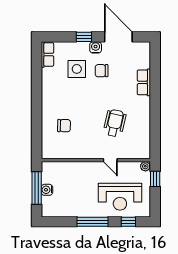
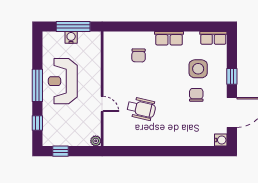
water cooler: (96, 47) -> (221, 140), moved
row of seats: (144, 82) -> (169, 38), moved, turned 180
door: (110, 160) -> (102, 104), swing flipped
window: (155, 179) -> (60, 151), moved
reception desk: (120, 197) -> (63, 81), moved

